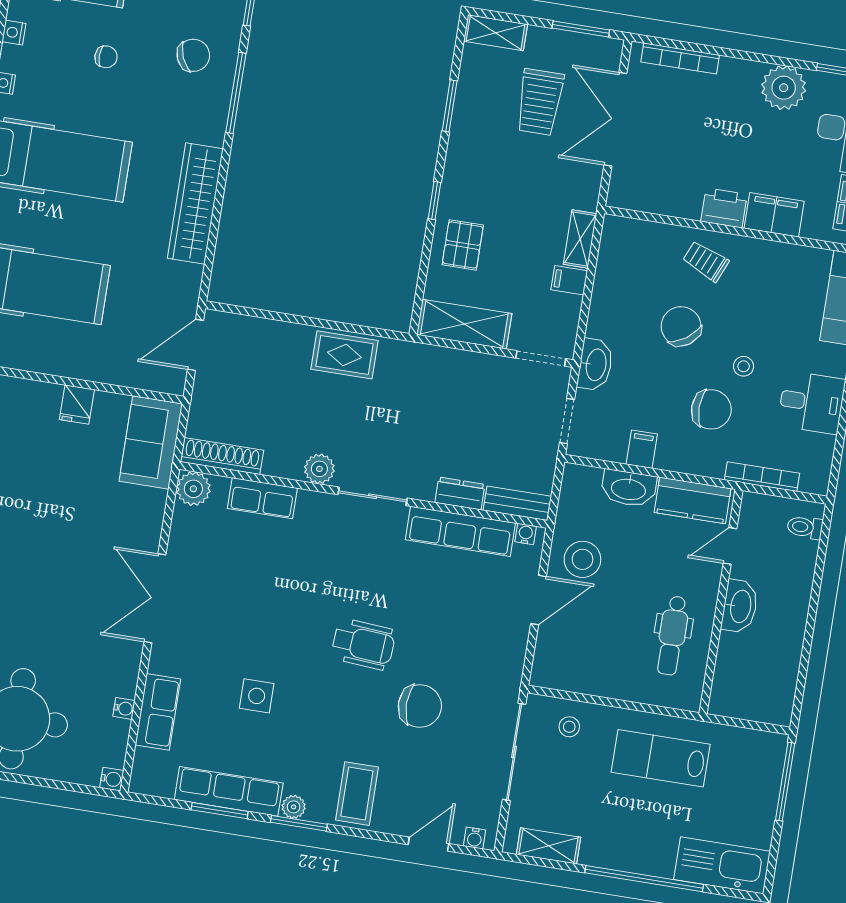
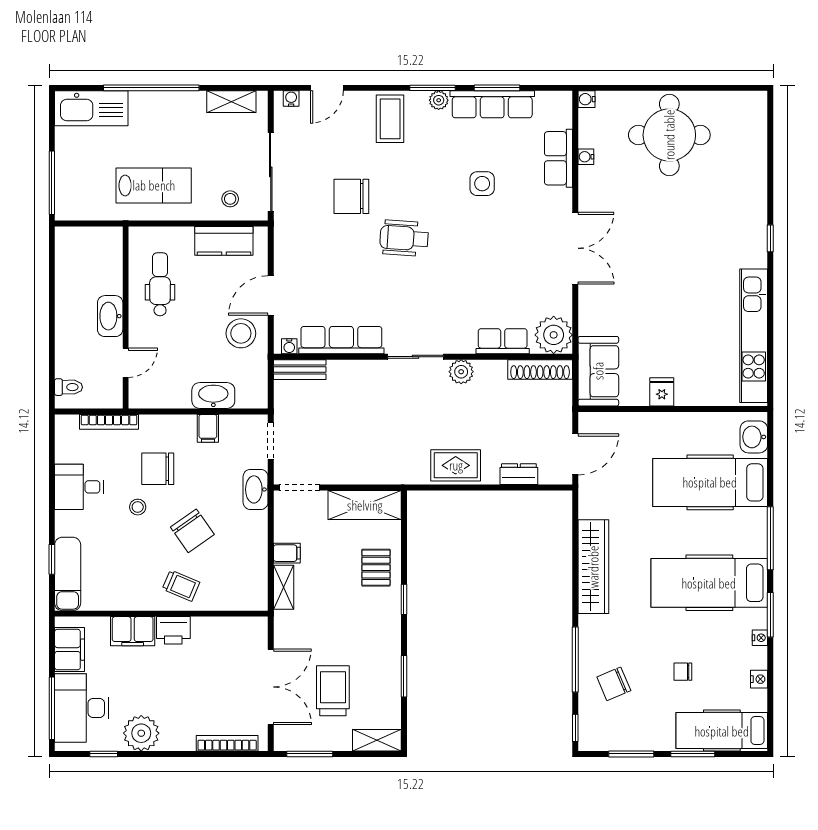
plant: (193, 489) -> (554, 335), width x1.36, depth x1.36
dresser: (460, 493) -> (519, 474), moved, turned 180
kitchen counter: (693, 500) -> (224, 241), moved, turned 180

